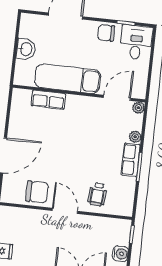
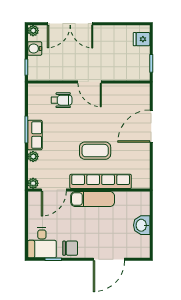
exam couch: (68, 79) -> (93, 199), width x0.73, depth x0.69
row of seats: (48, 100) -> (101, 181), width x2.02
coffee table: (67, 136) -> (95, 151), added
chair: (37, 192) -> (117, 96), removed
wheelchair: (98, 194) -> (62, 100), turned 85

